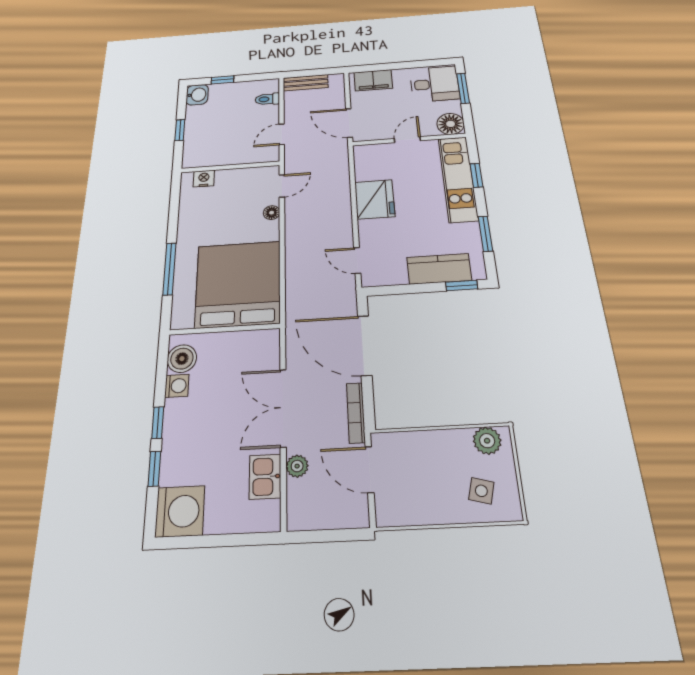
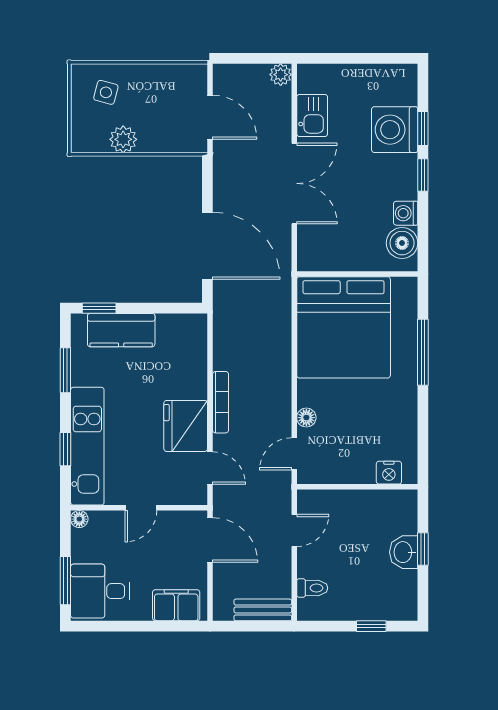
washbasin: (197, 95) -> (404, 552), moved
floor lamp: (451, 124) -> (79, 519), width x0.53, depth x0.53
door: (357, 260) -> (210, 468), moved
bookcase: (356, 413) -> (221, 402), moved
plant: (487, 441) -> (123, 139), moved
plant: (297, 466) -> (281, 75), moved
washing machine: (180, 511) -> (395, 130), moved

